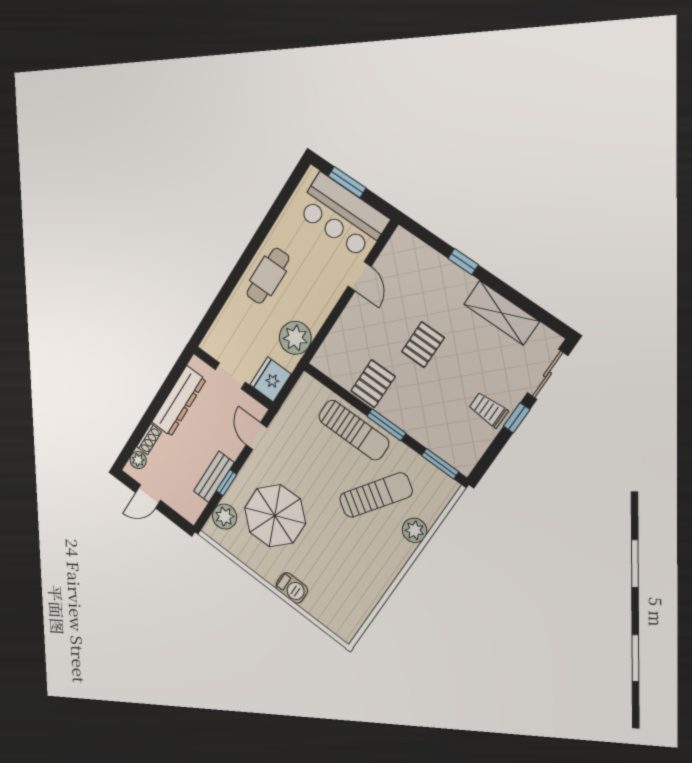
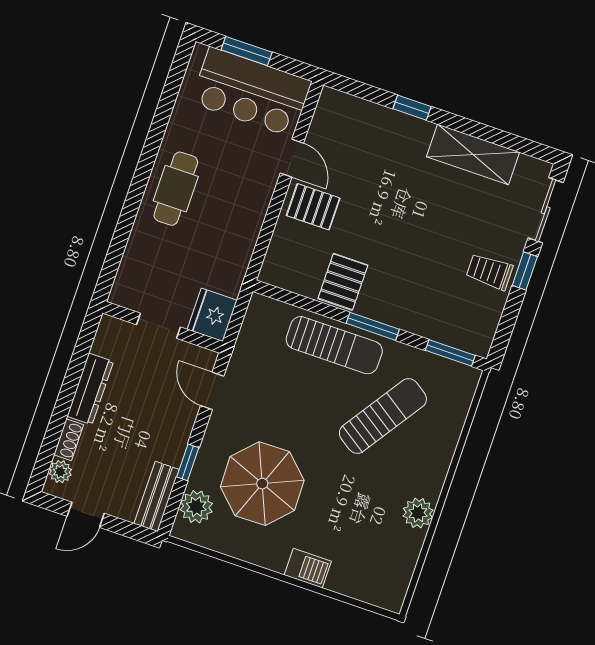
plant: (295, 338) -> (231, 254), removed
pallet: (423, 345) -> (313, 207), moved, turned 90
dresser: (179, 401) -> (90, 389), width x0.73, depth x0.80
bench: (214, 477) -> (157, 497), moved
plant: (415, 530) -> (418, 513), moved

